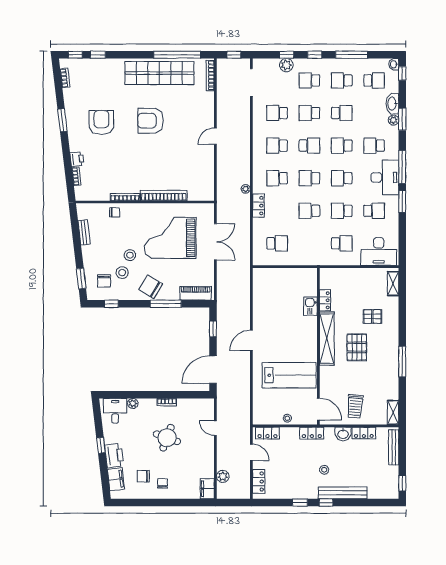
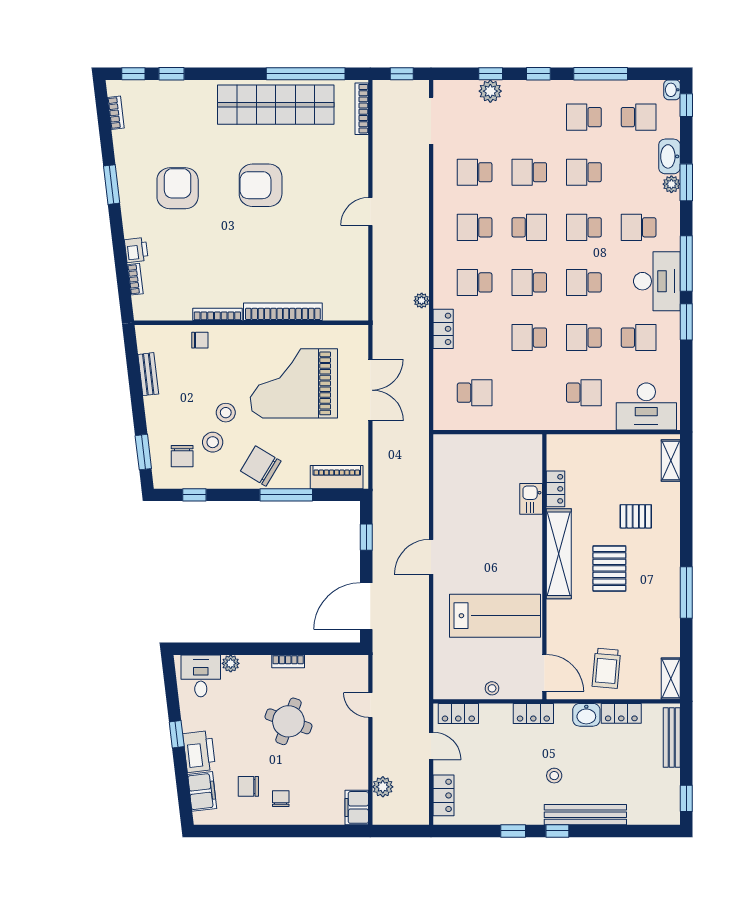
school desk: (309, 80) -> (529, 117), removed
school desk: (342, 113) -> (584, 172), turned 180

